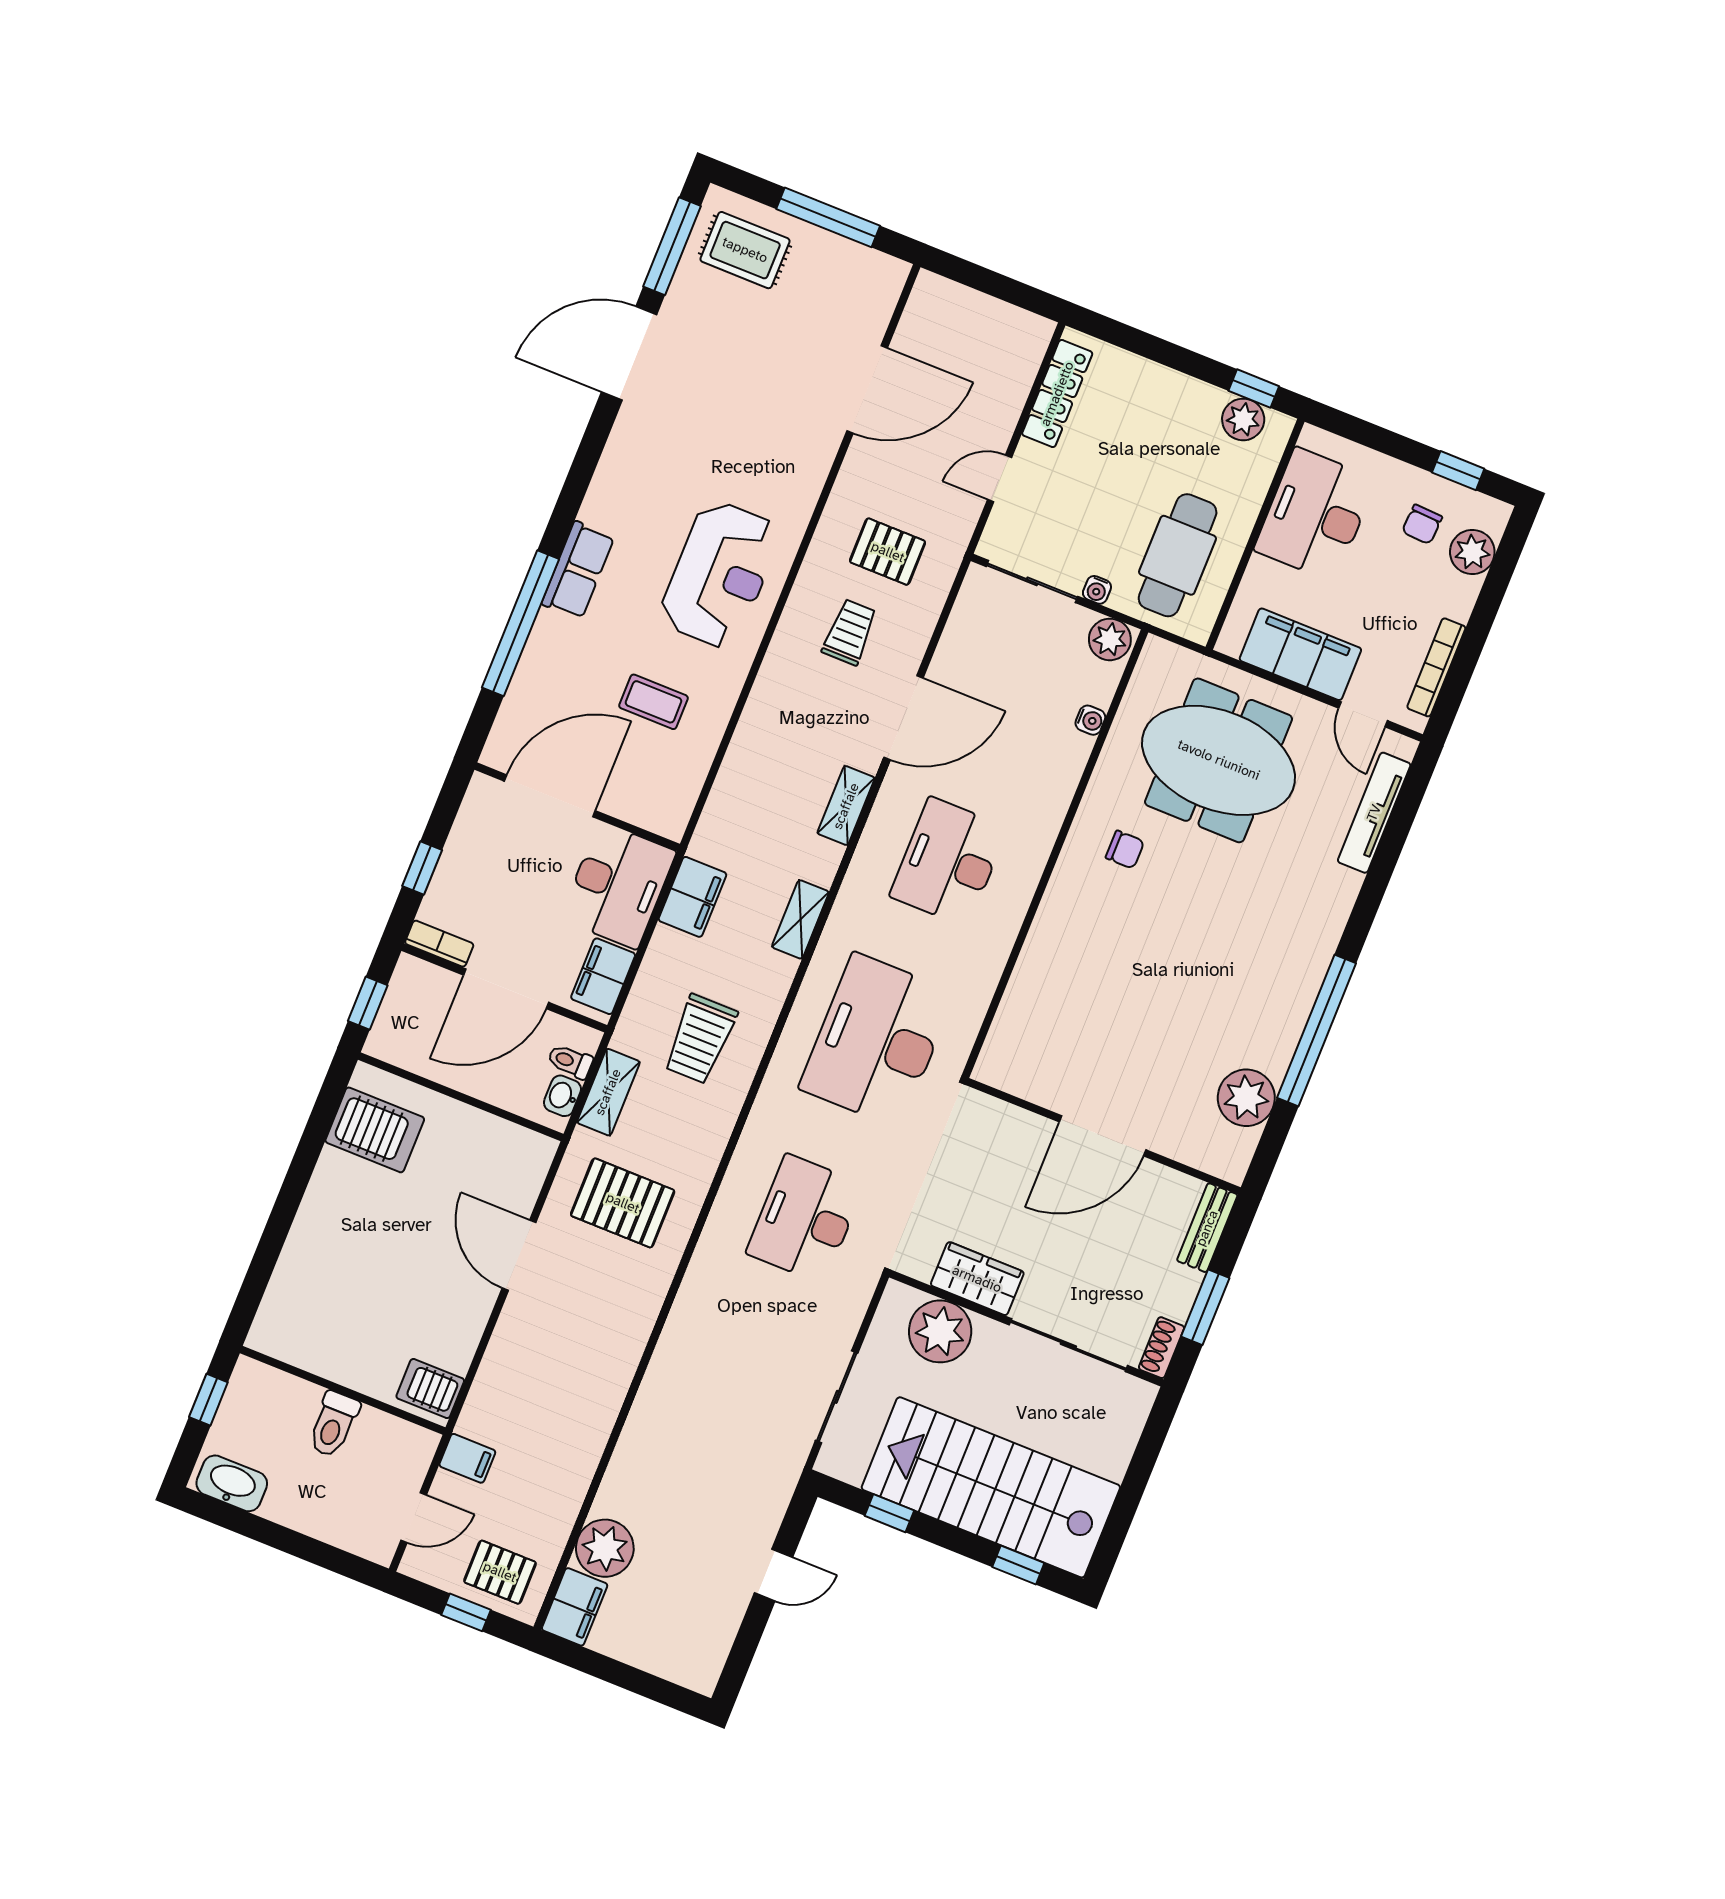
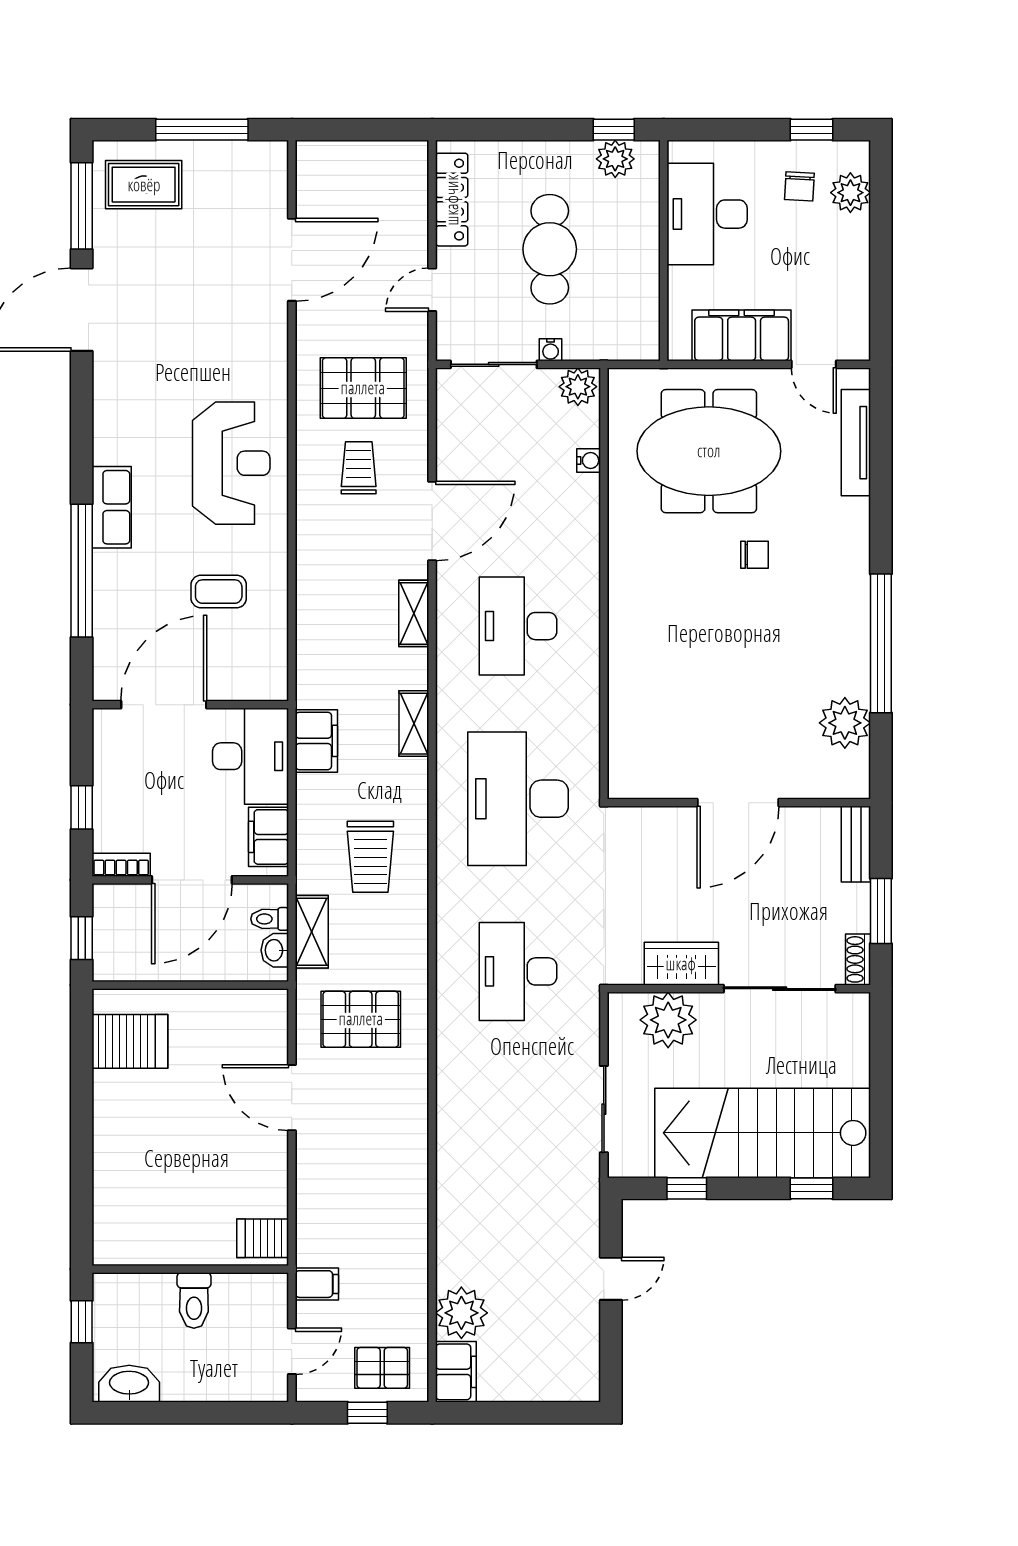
pallet: (888, 552) -> (363, 388), width x1.50, depth x1.42
cafe table: (1178, 555) -> (550, 249), moved
bookcase: (1436, 667) -> (859, 301), removed
chair: (1125, 850) -> (754, 555), moved

